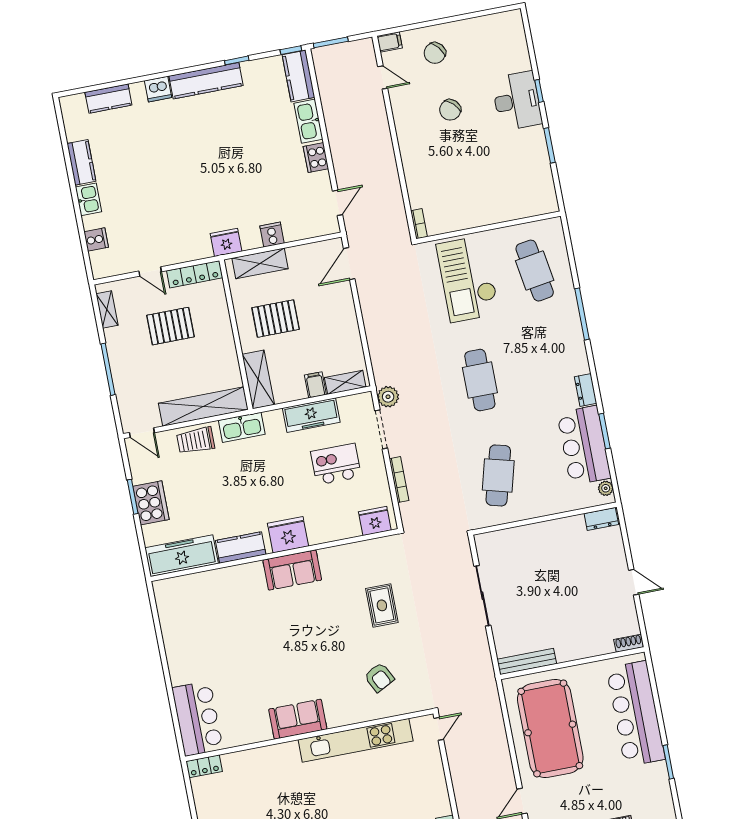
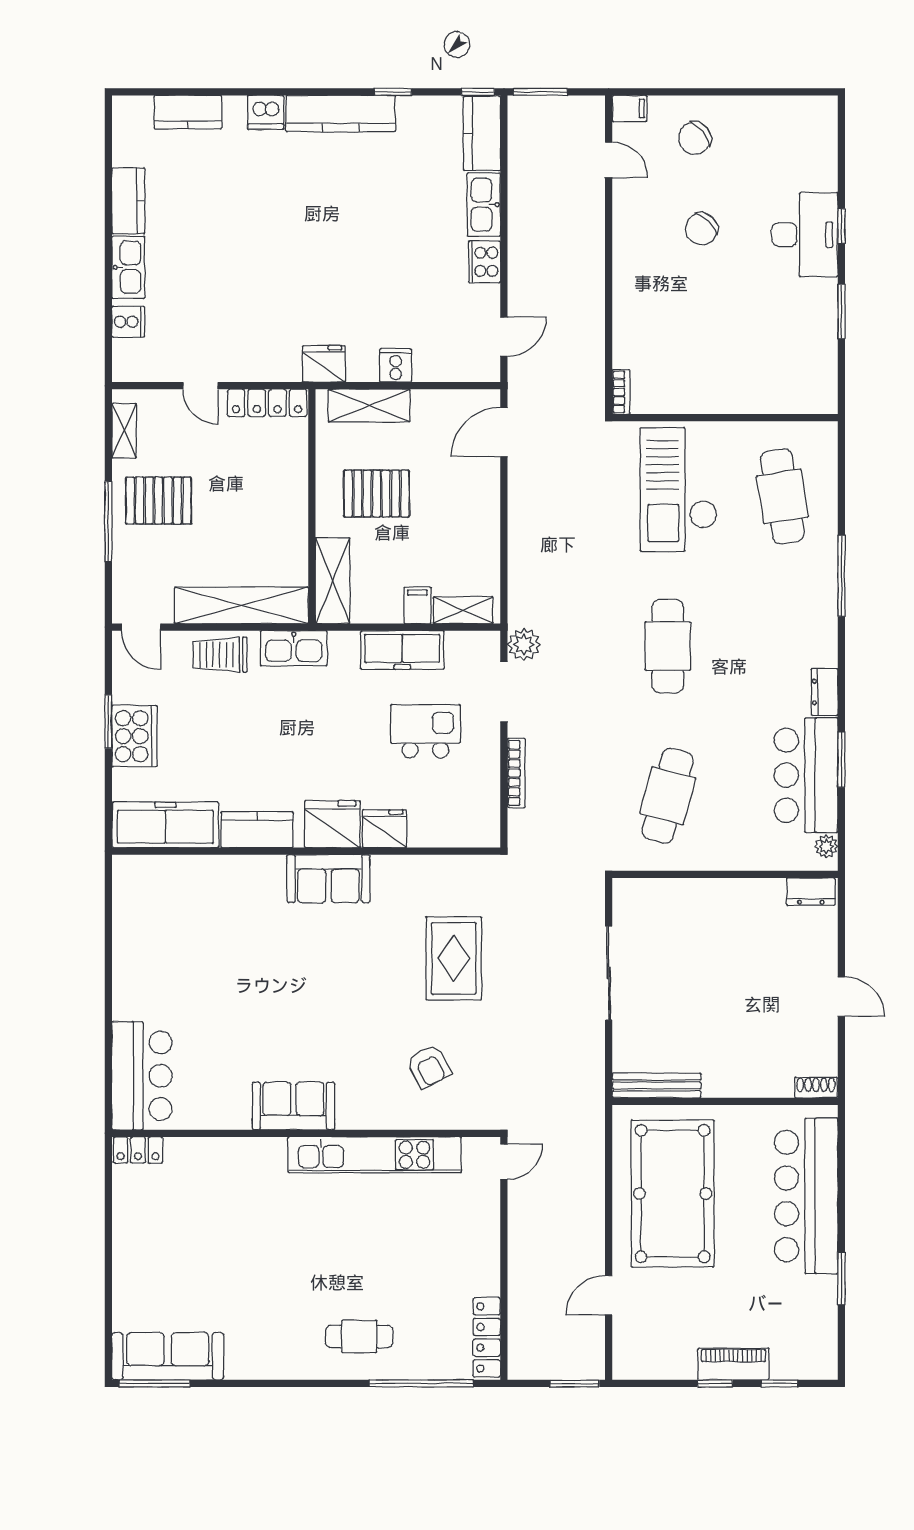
kitchen sink: (88, 199) -> (128, 267), width x1.38
pallet: (171, 326) -> (158, 501), moved
fridge: (375, 521) -> (384, 829), moved
rug: (382, 605) -> (454, 958), width x1.36, depth x1.43

